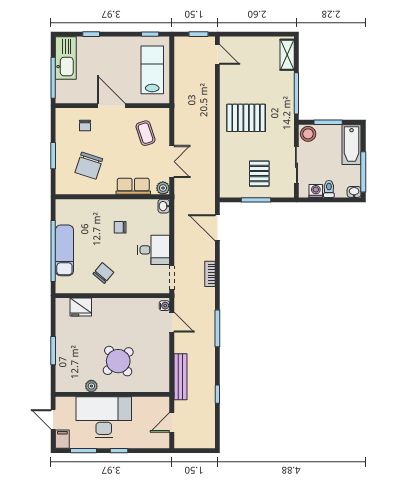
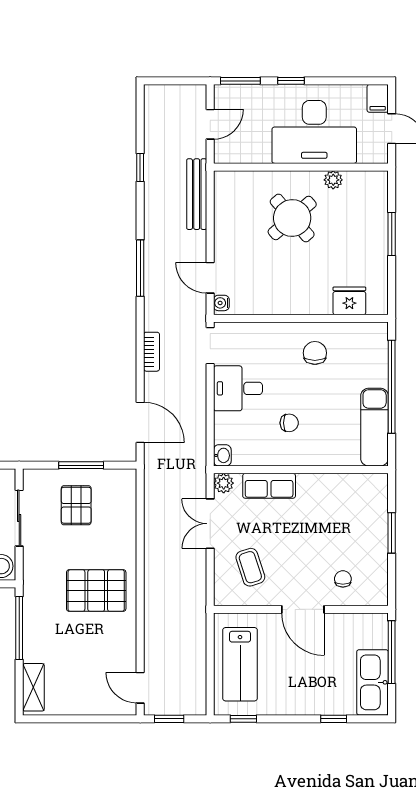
chair: (89, 166) -> (337, 517), removed
exam couch: (64, 250) -> (375, 427), moved
chair: (103, 273) -> (315, 353), turned 140
window: (83, 451) -> (240, 81), moved

